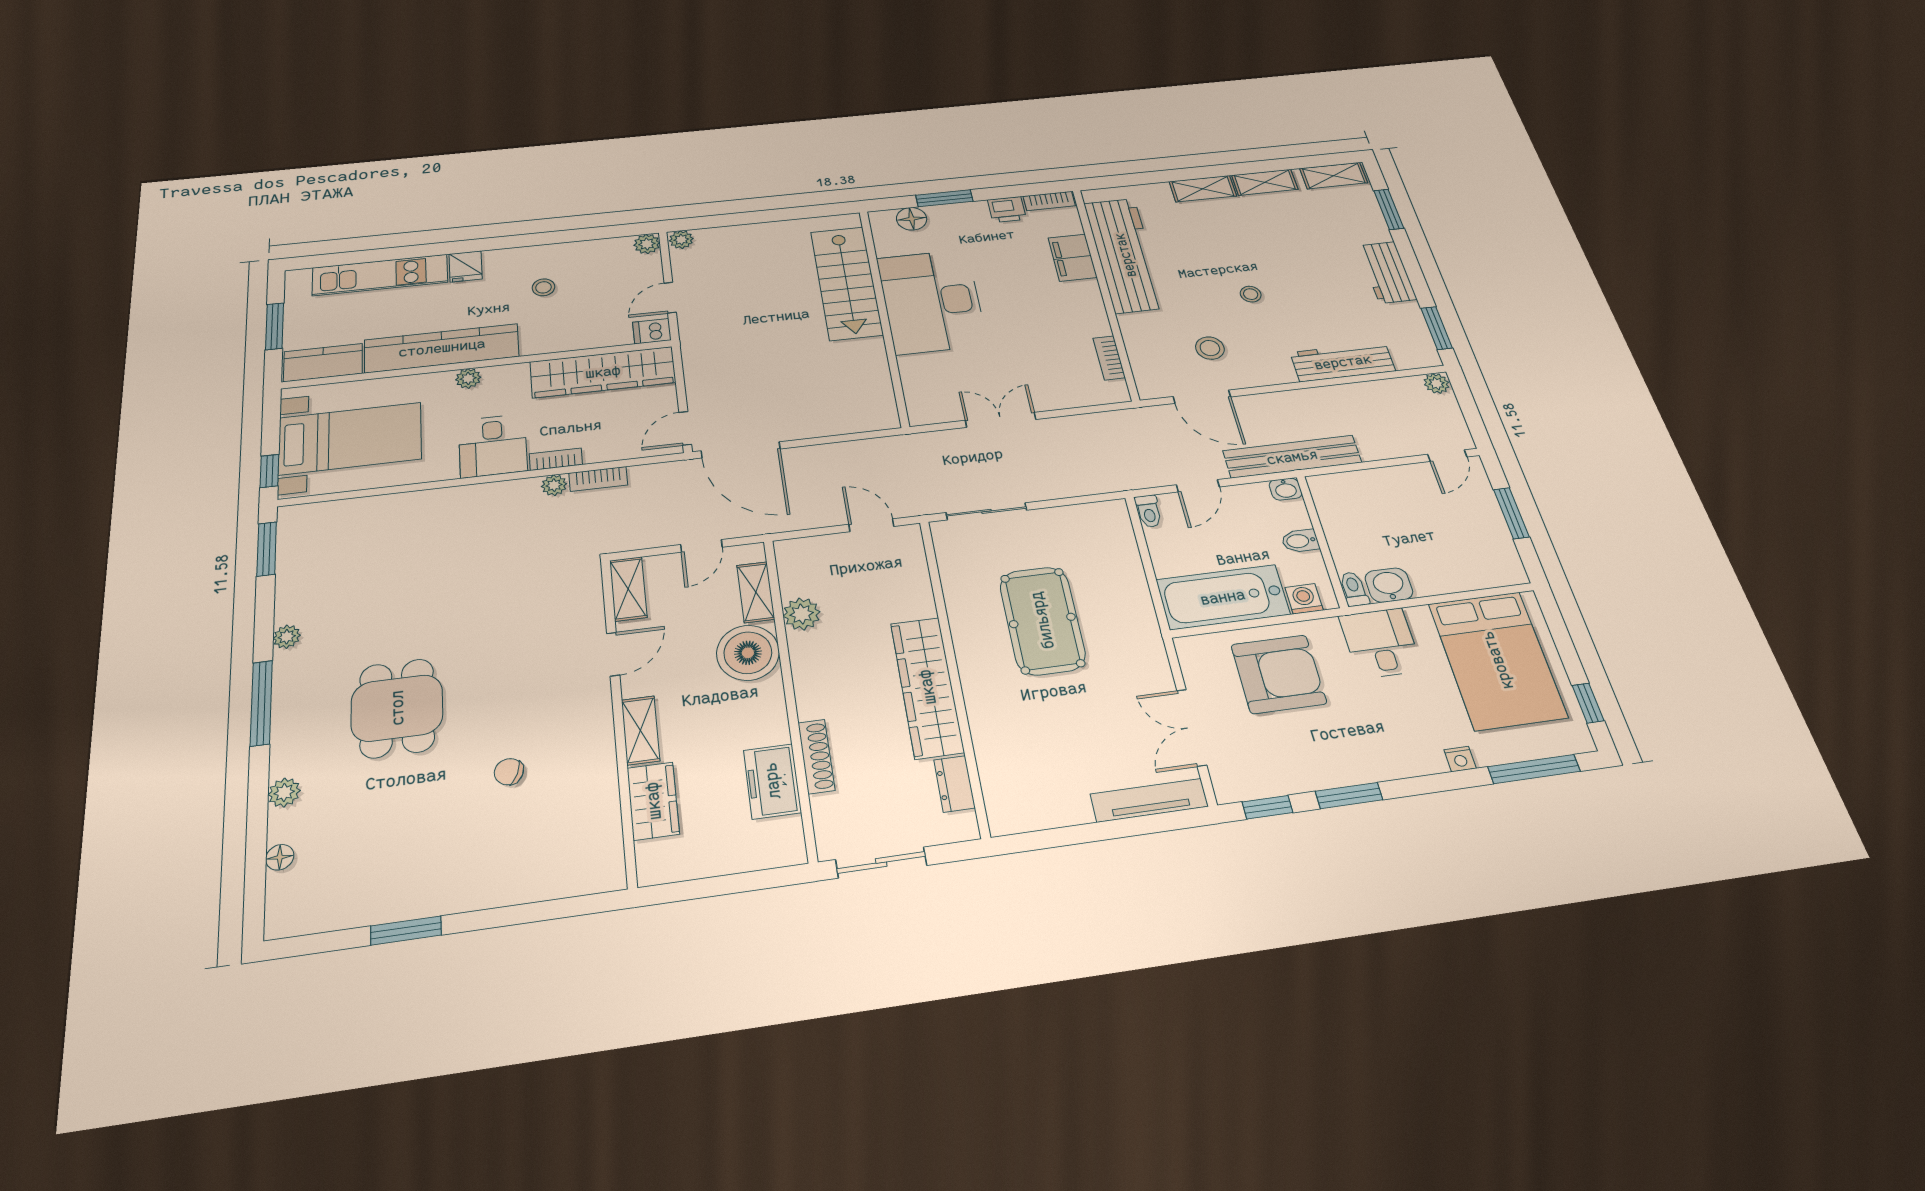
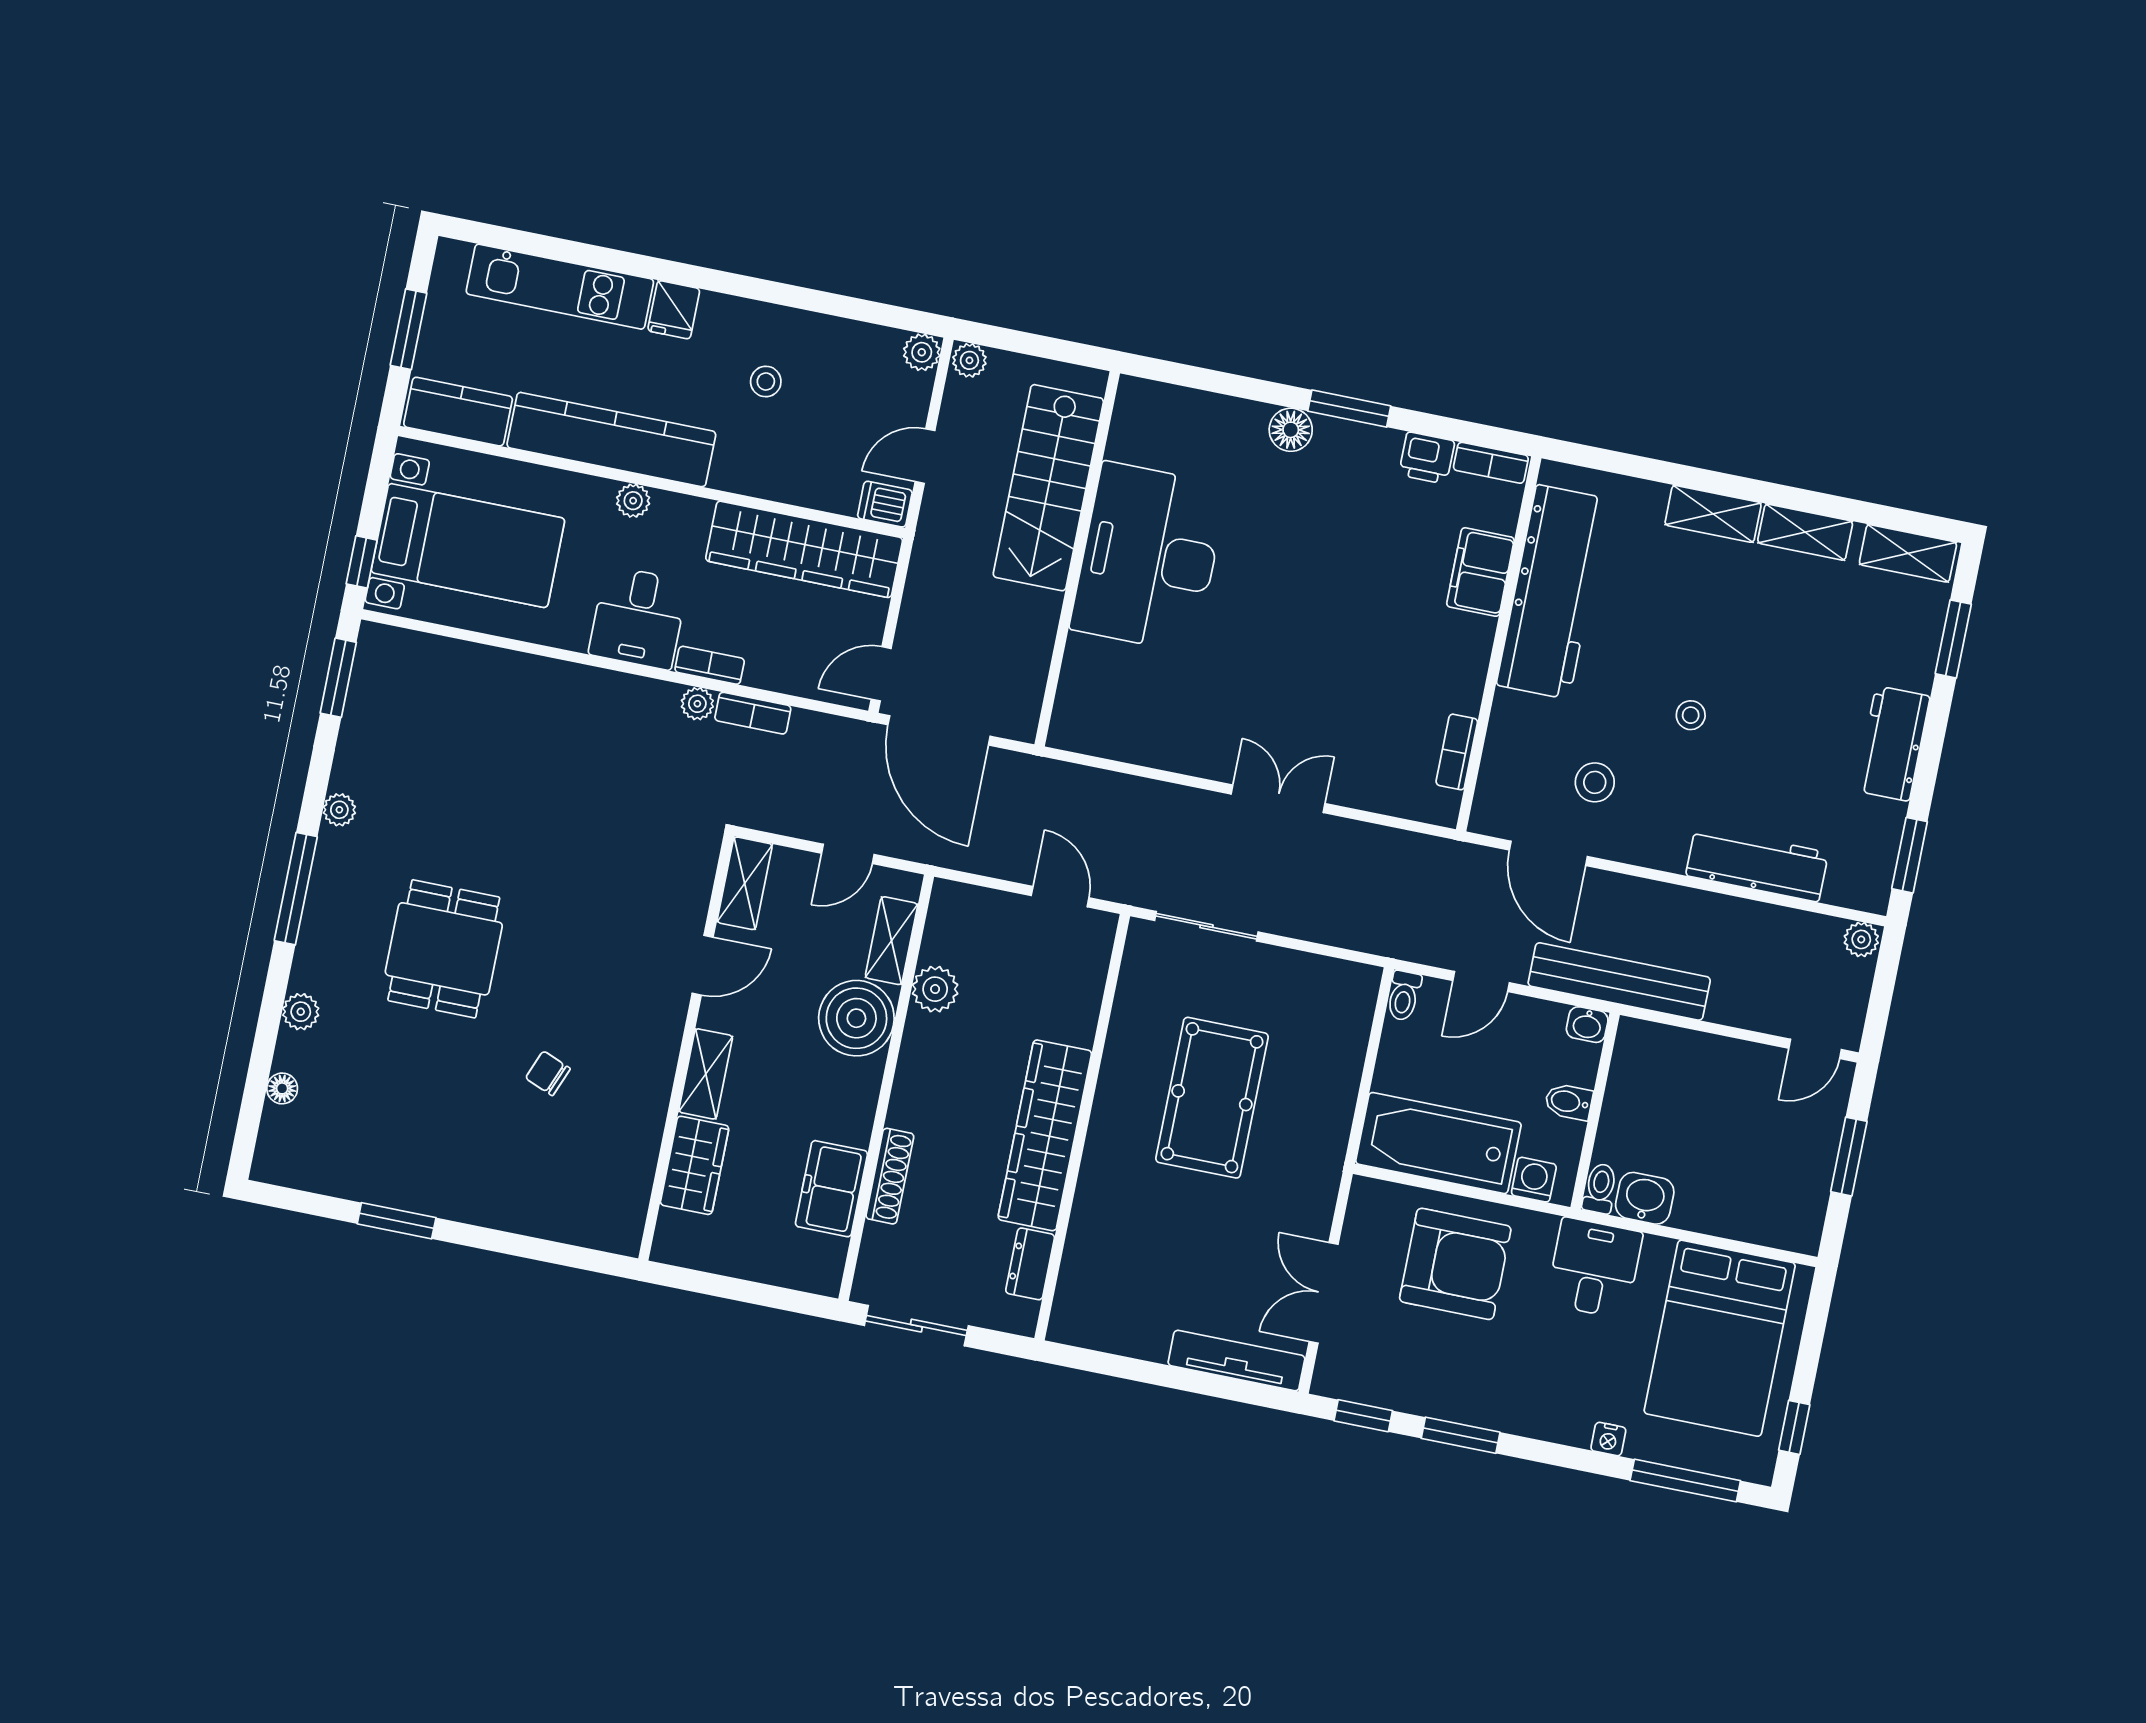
stairs: (847, 283) -> (1048, 488), moved
desk: (932, 301) -> (1149, 557), moved
wall: (884, 315) -> (1077, 559), moved

